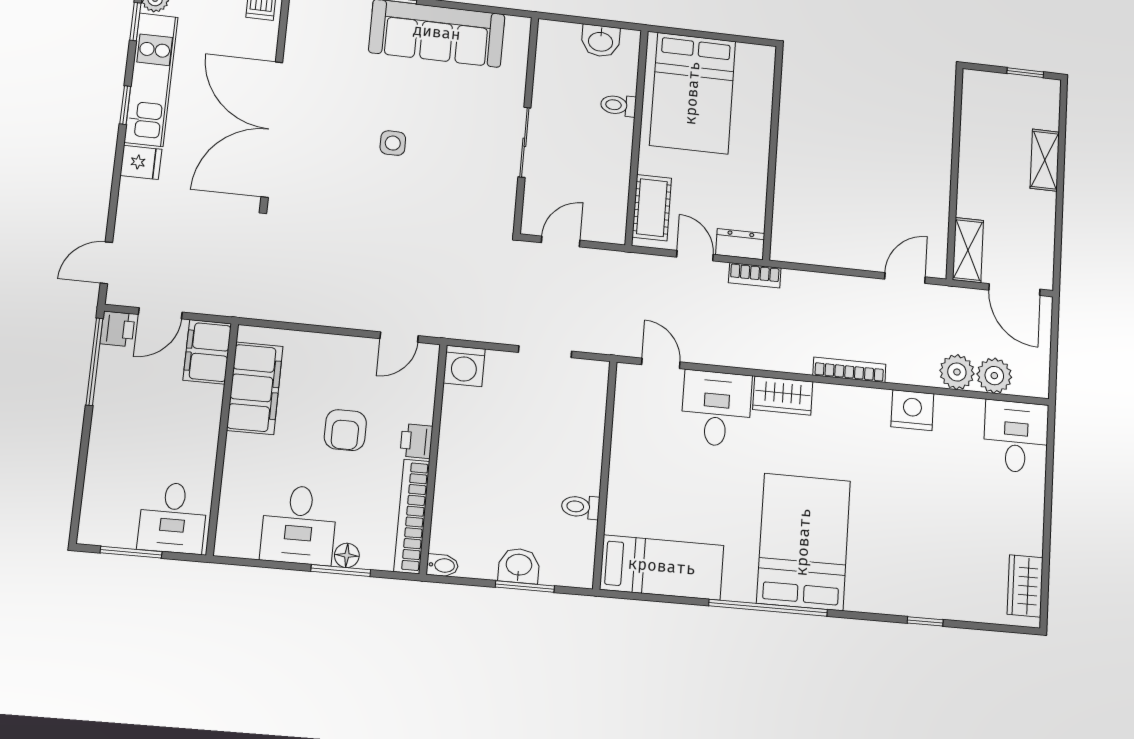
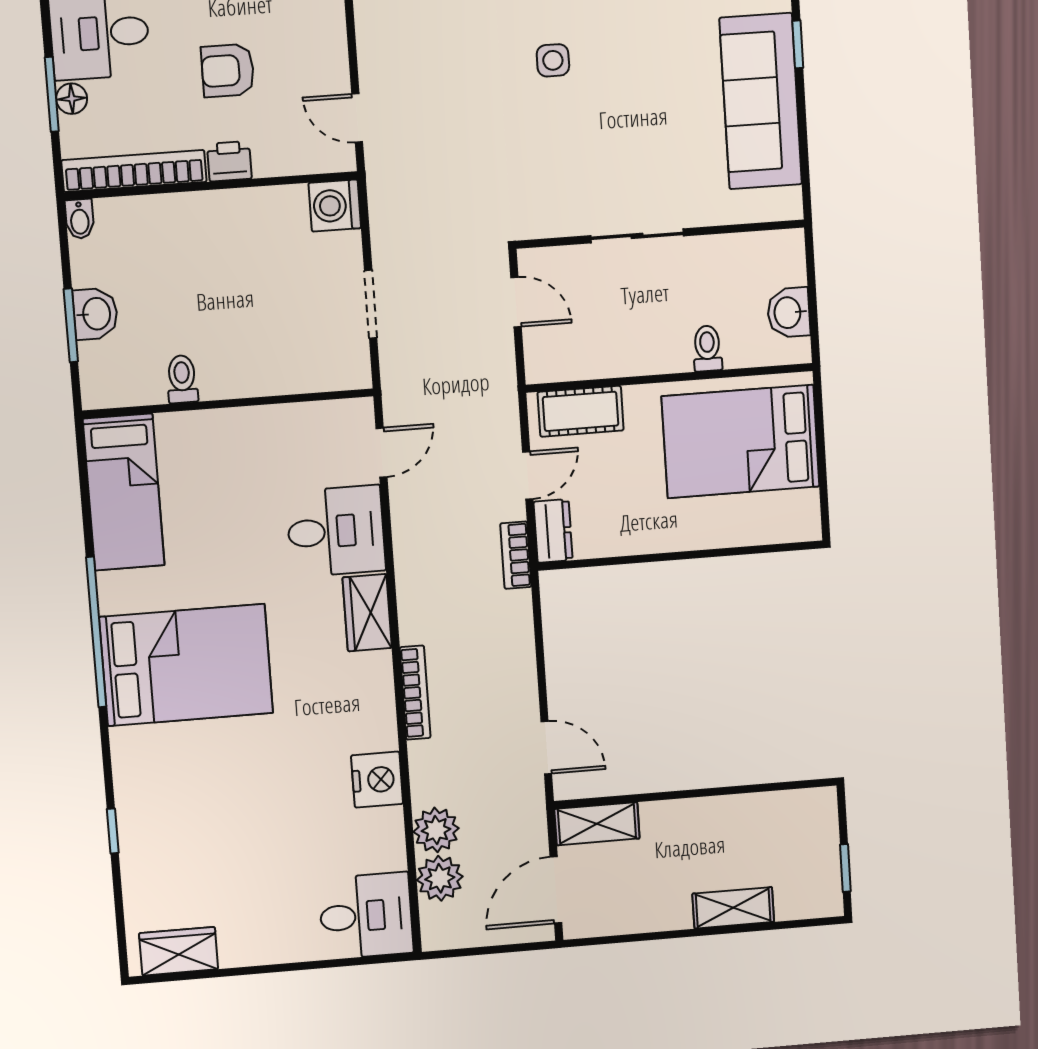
side table: (393, 143) -> (553, 60), moved

